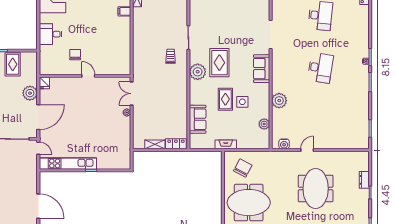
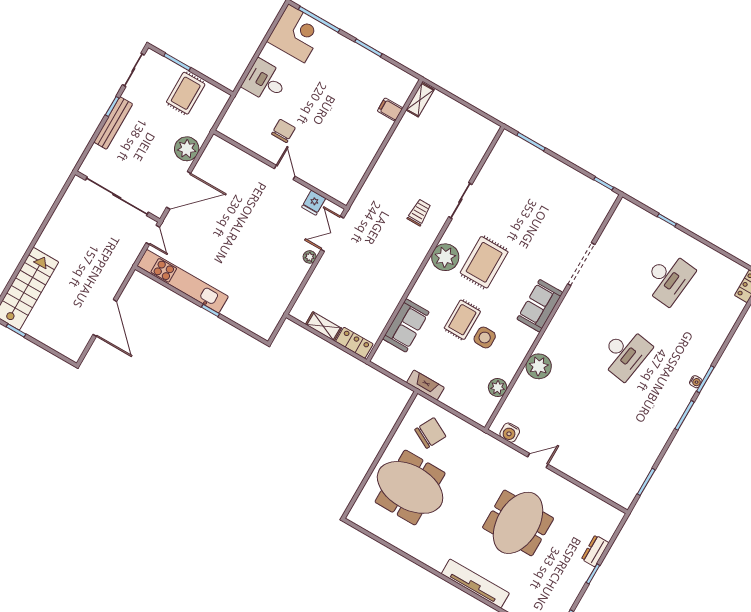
fridge: (44, 83) -> (314, 203), moved

